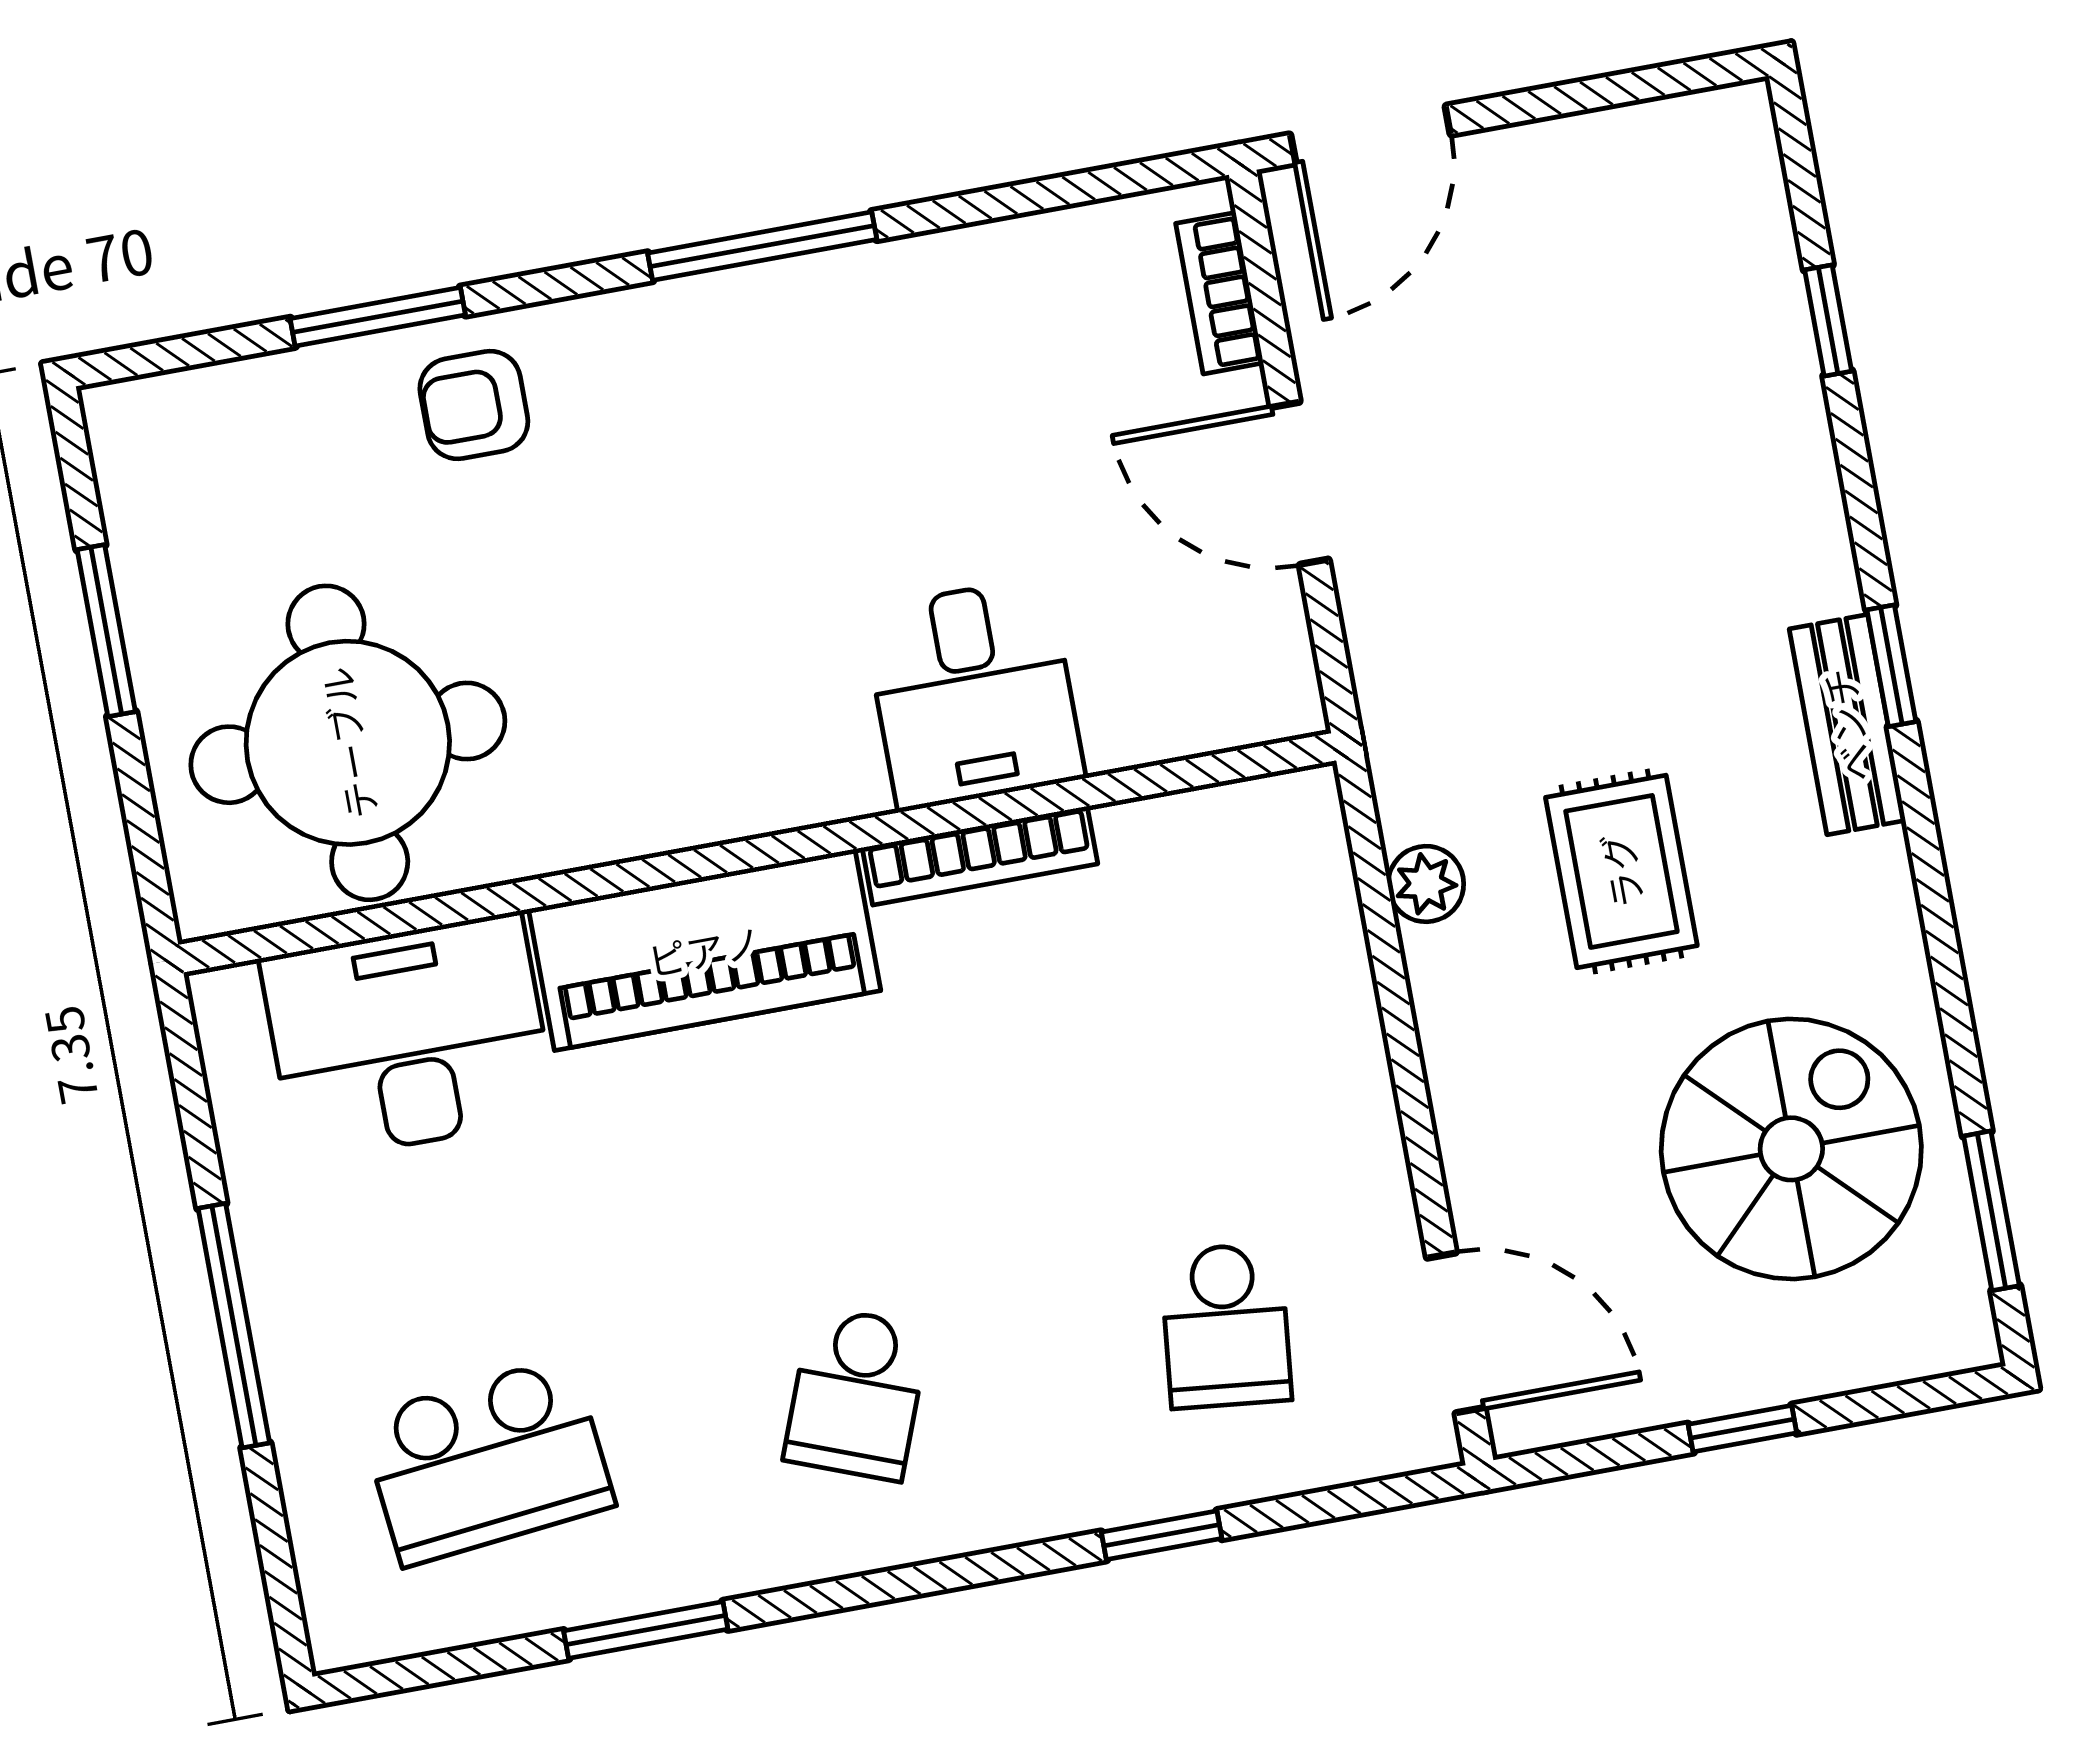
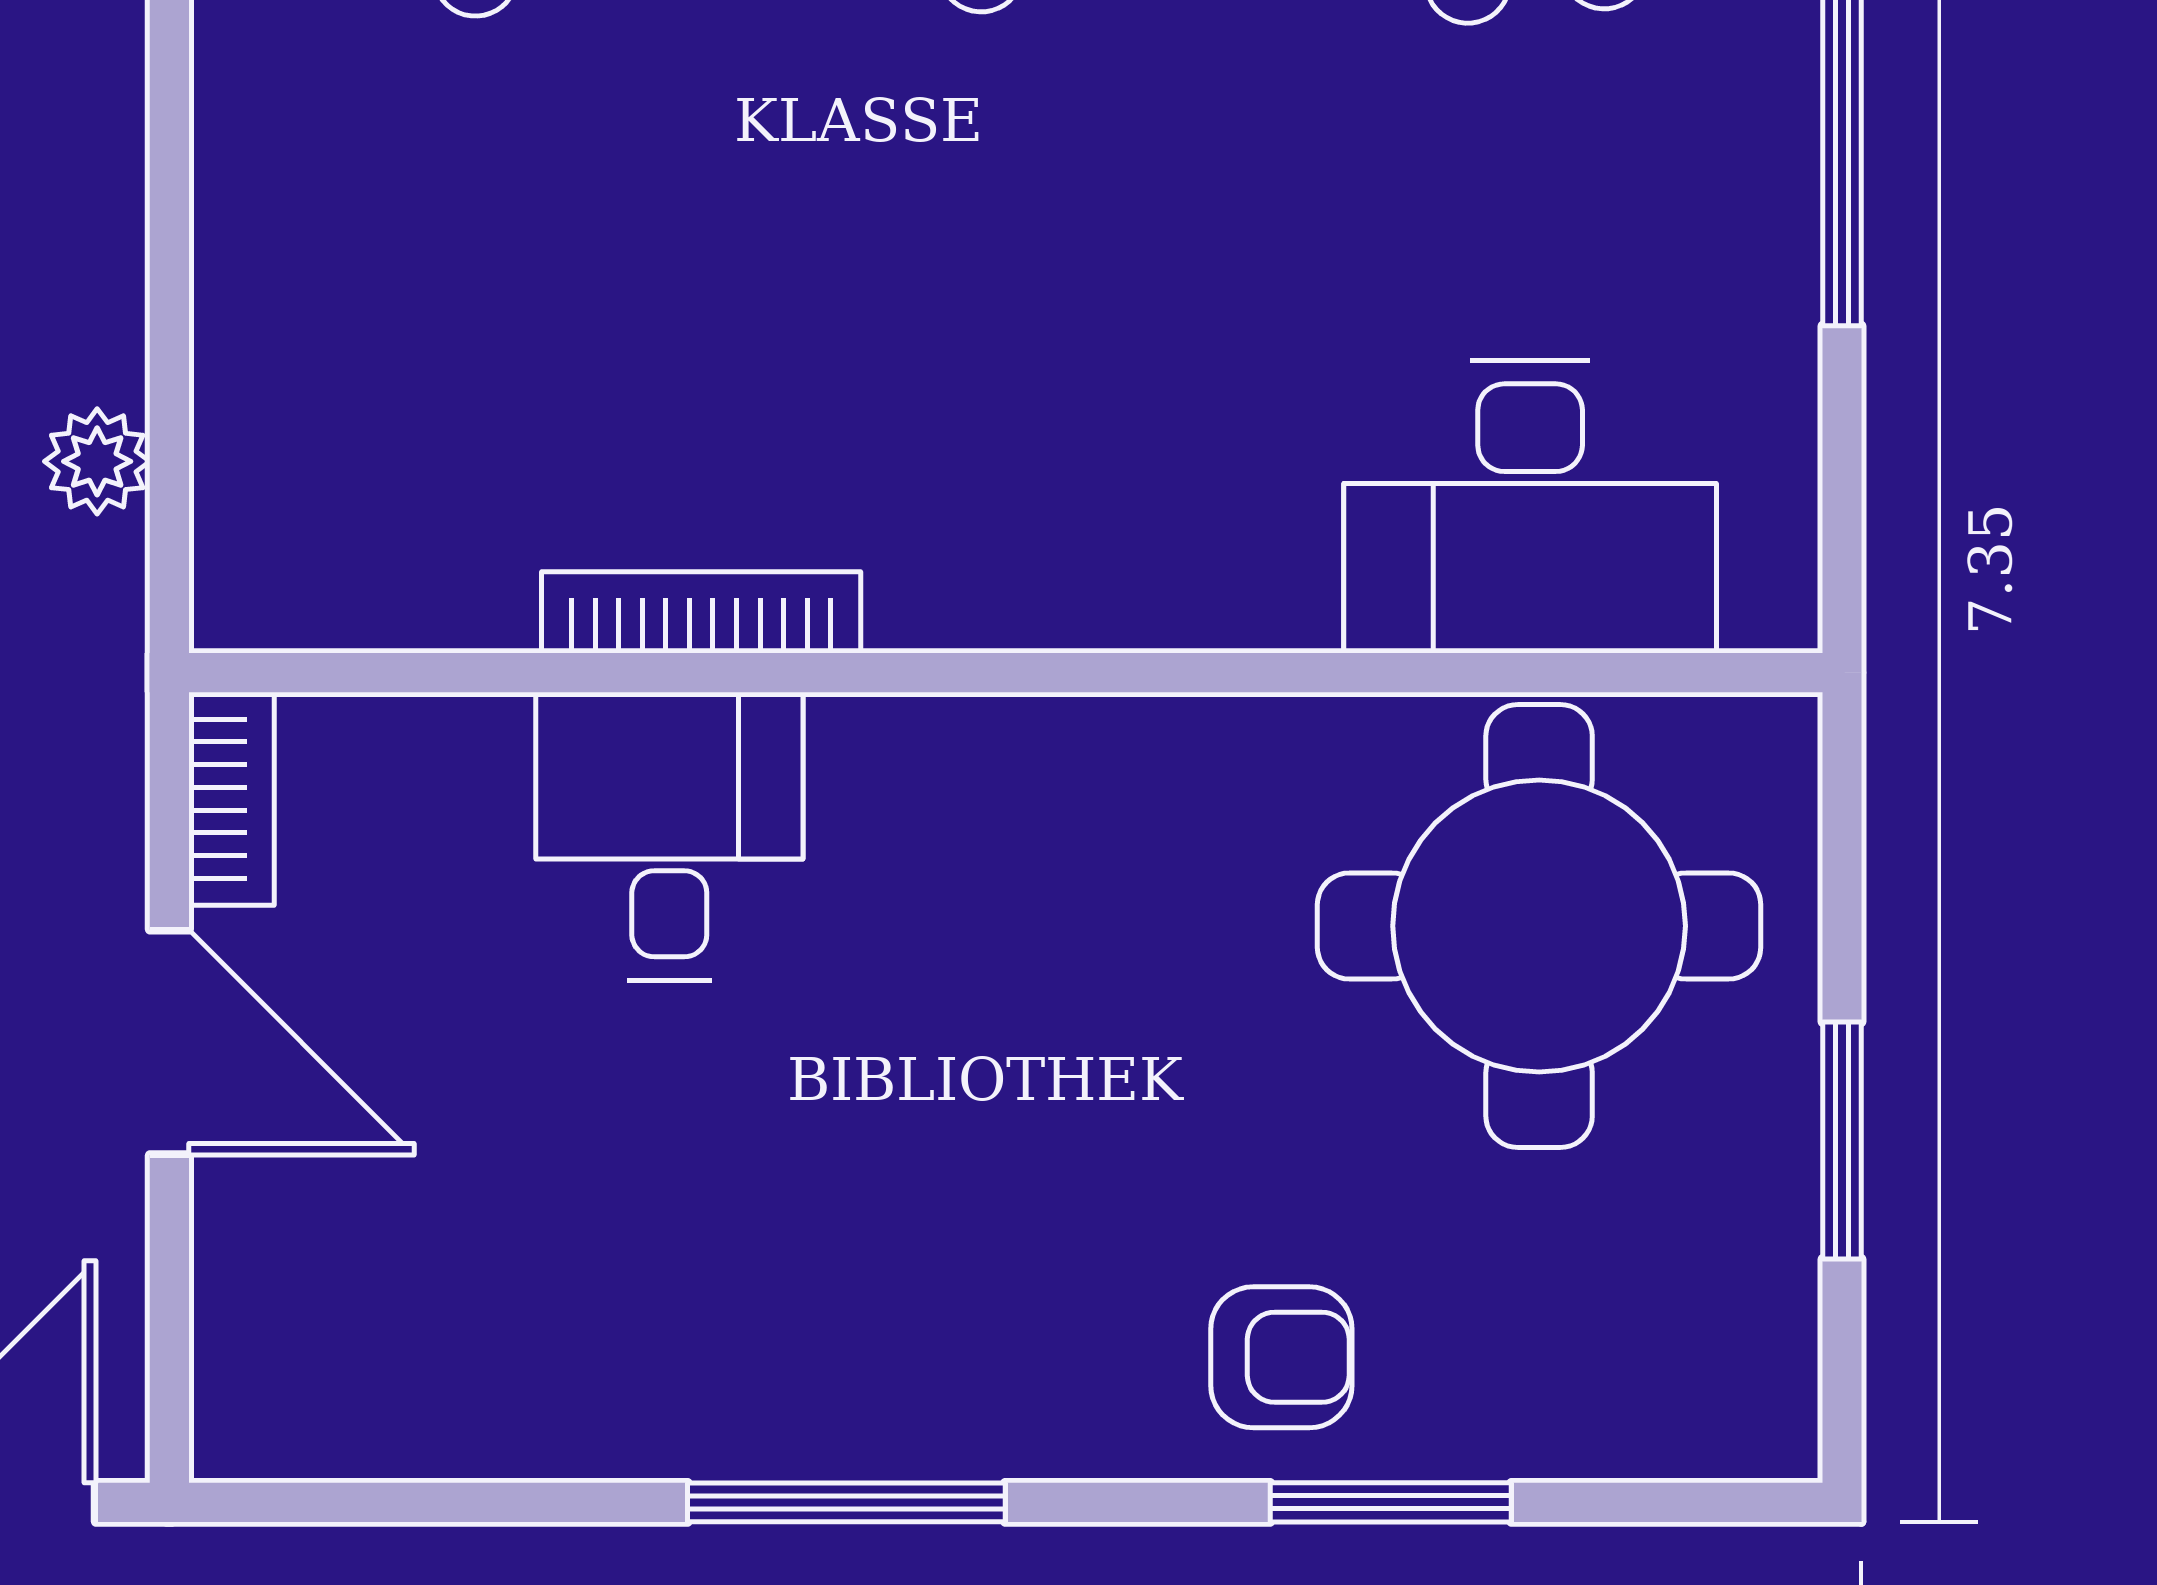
bookcase: (1219, 293) -> (231, 799), moved
piano: (705, 950) -> (1102, 553), removed

